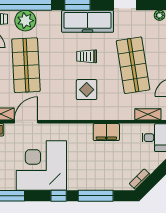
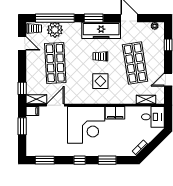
corner desk: (41, 165) -> (86, 125), moved, turned 180
window: (96, 196) -> (107, 160), width x0.69

